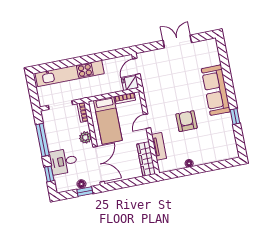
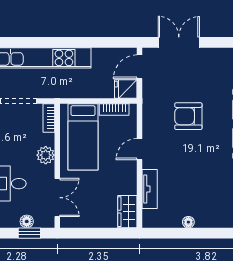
double door: (177, 41) -> (179, 42), moved
armchair: (186, 121) -> (188, 116), moved, turned -90
wardrobe: (146, 159) -> (127, 212), width x0.67
double door: (99, 164) -> (57, 198), width x0.73

